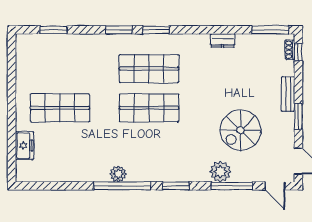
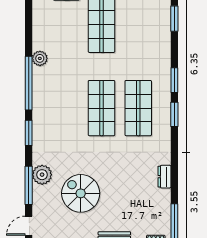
plant: (118, 174) -> (40, 58), moved

